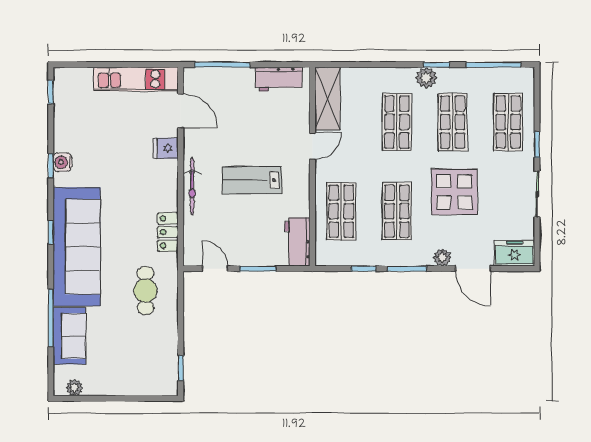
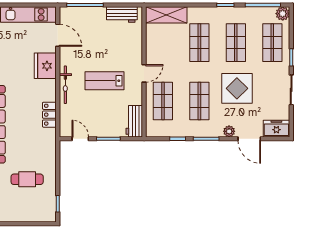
plant: (426, 78) -> (283, 14), moved
shelving: (327, 99) -> (166, 15), moved, turned 90
door: (312, 146) -> (144, 73), moved
fridge: (166, 148) -> (45, 66), width x1.88, depth x1.34
cafe table: (146, 291) -> (27, 179), moved, turned 90

